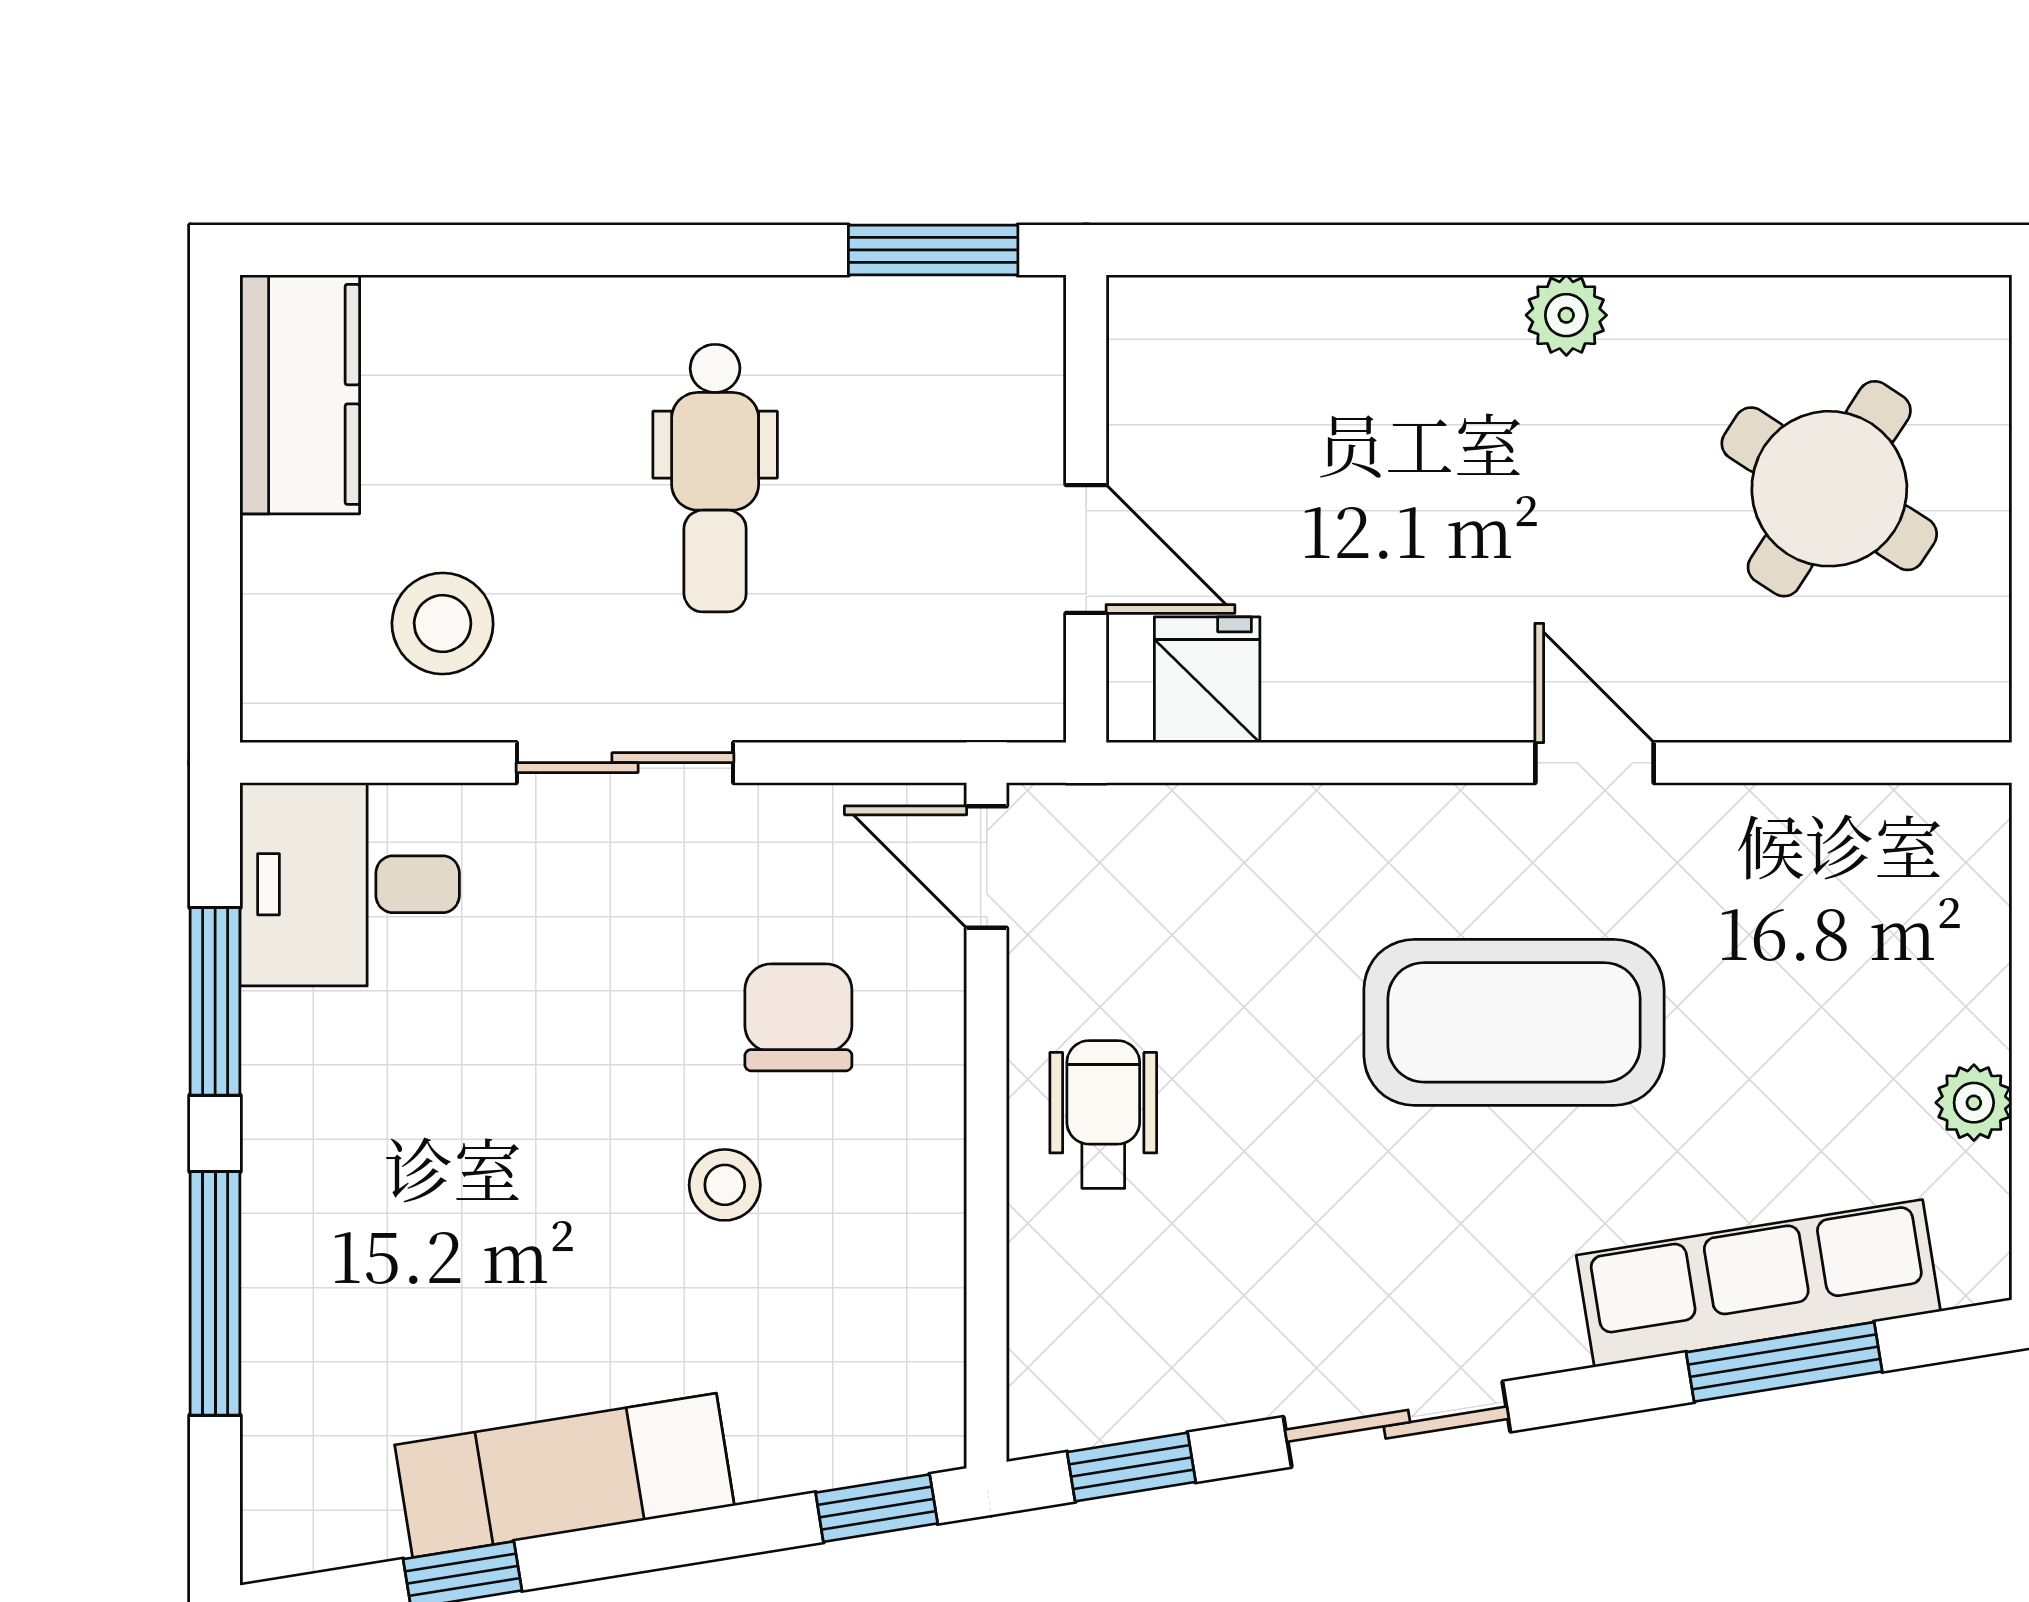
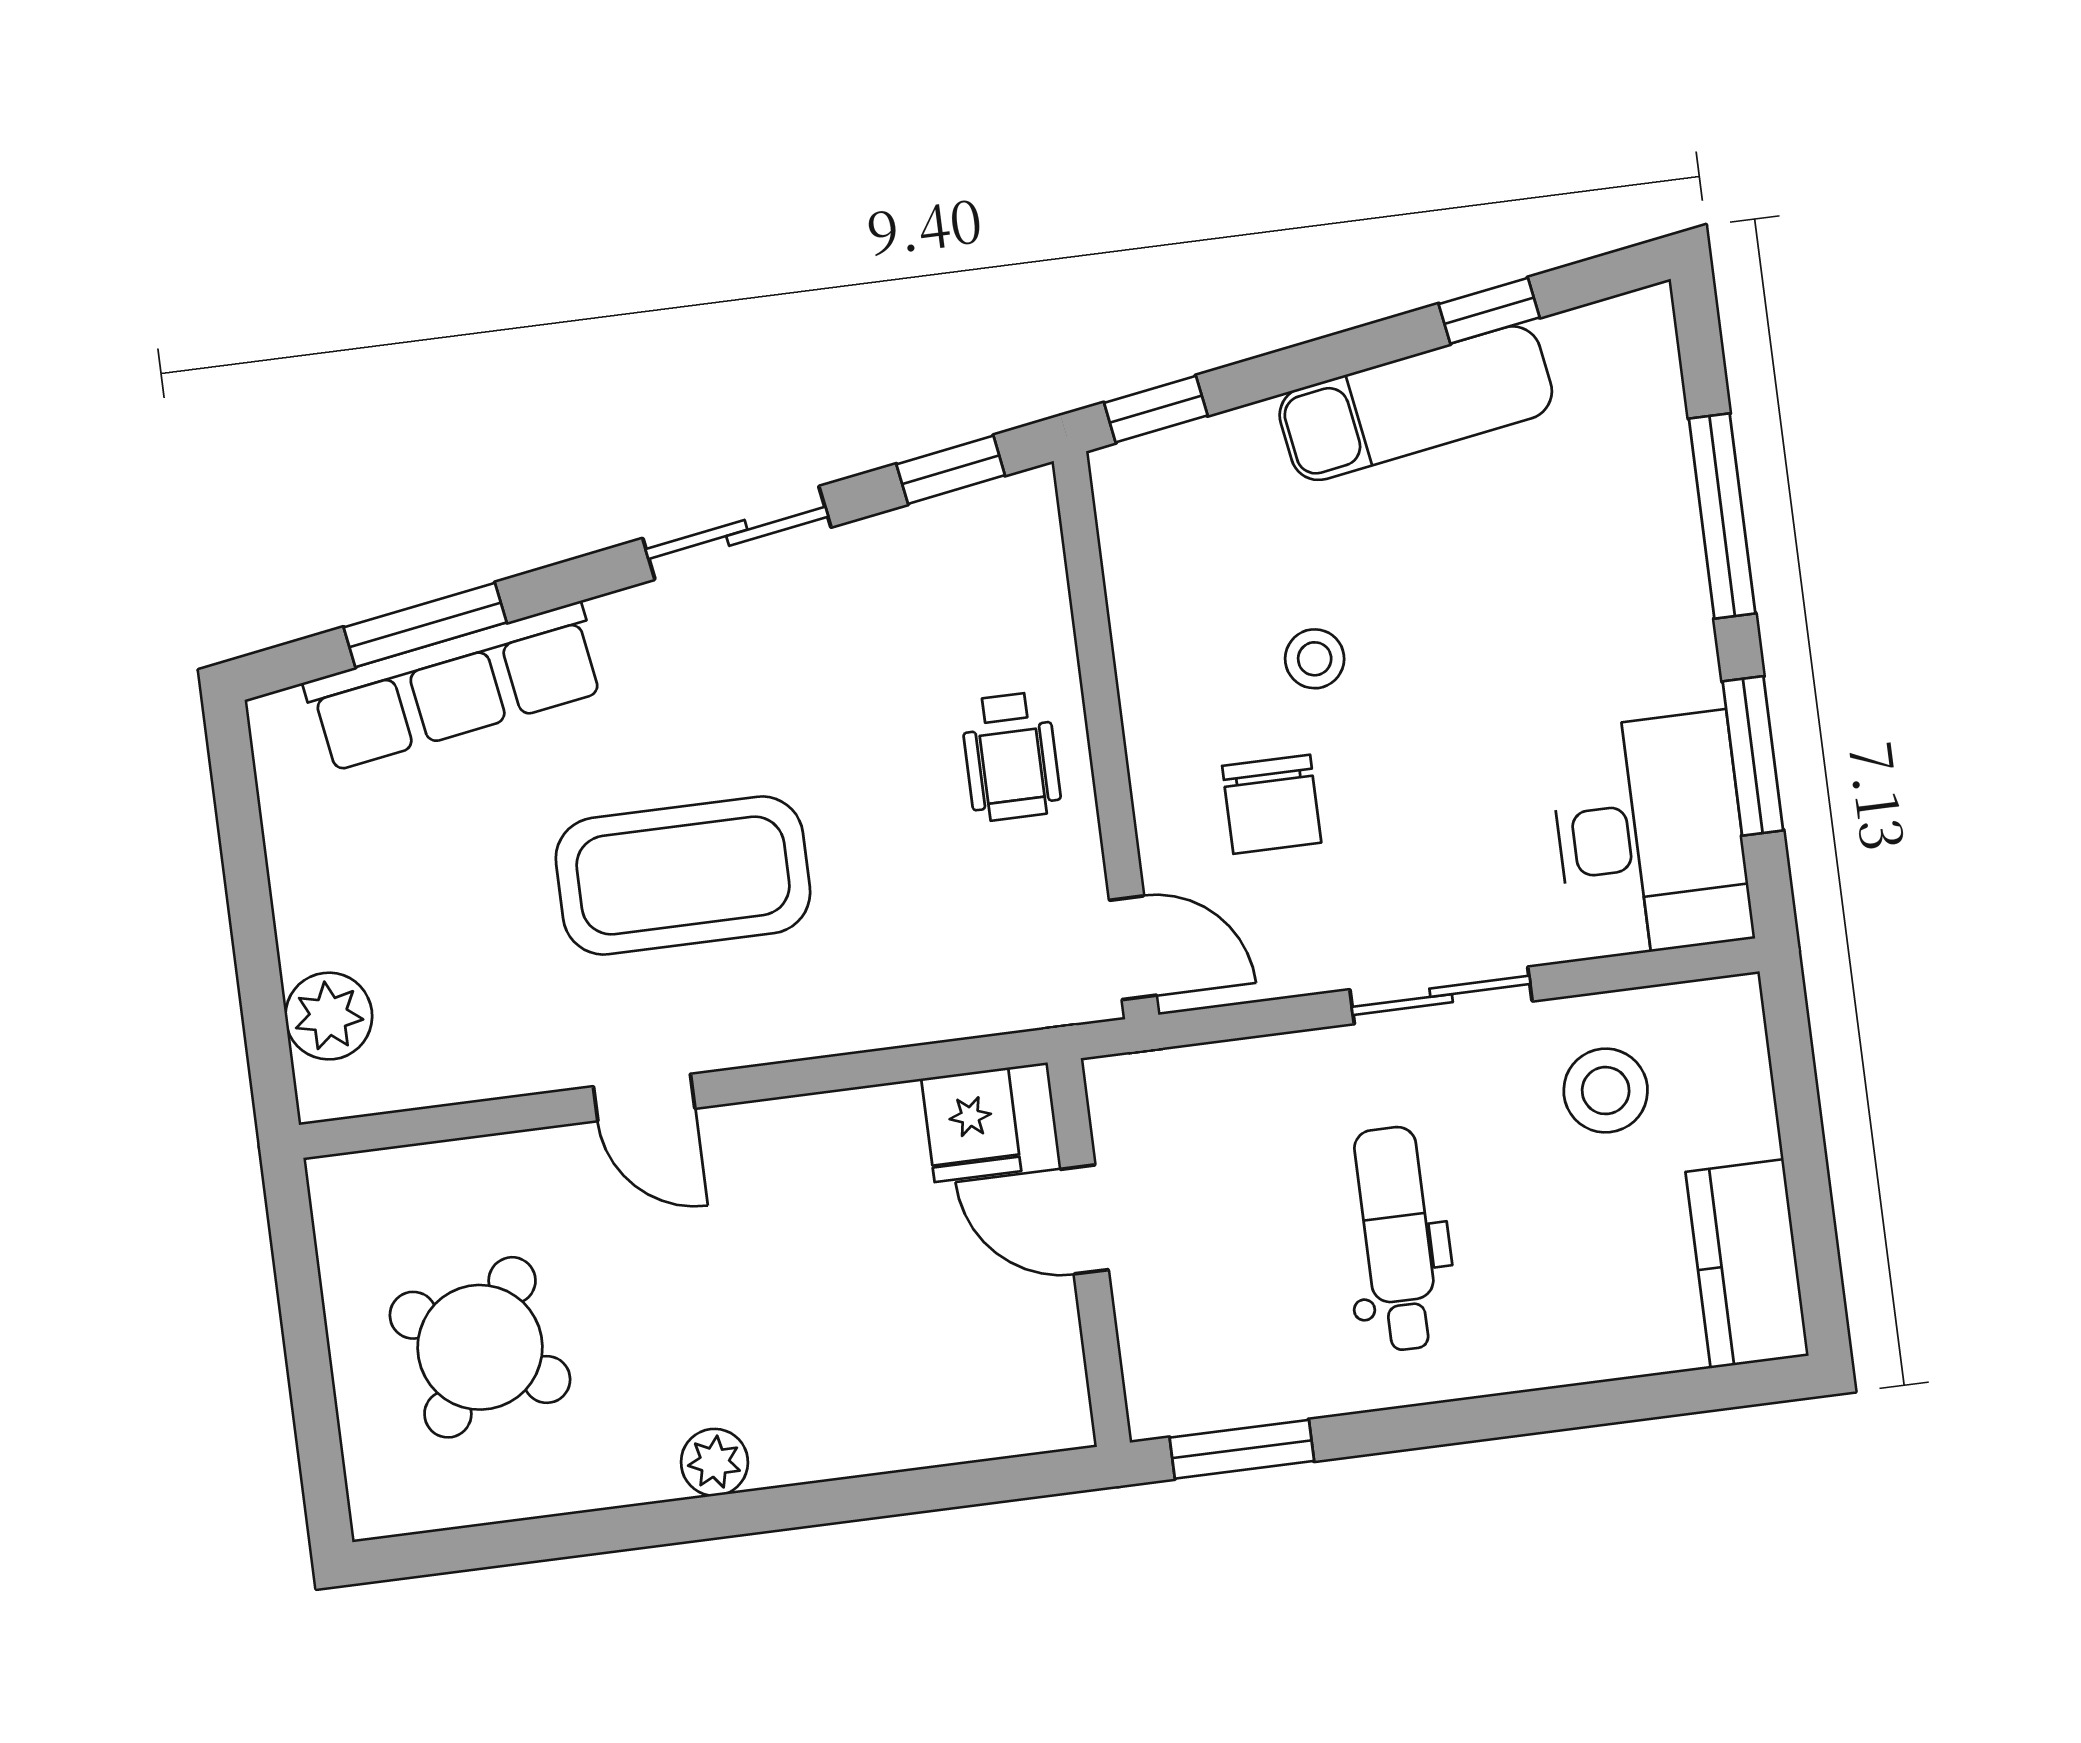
desk: (350, 884) -> (1651, 835), width x1.37
plant: (1974, 1103) -> (329, 1016), moved, width x1.38, depth x1.38

